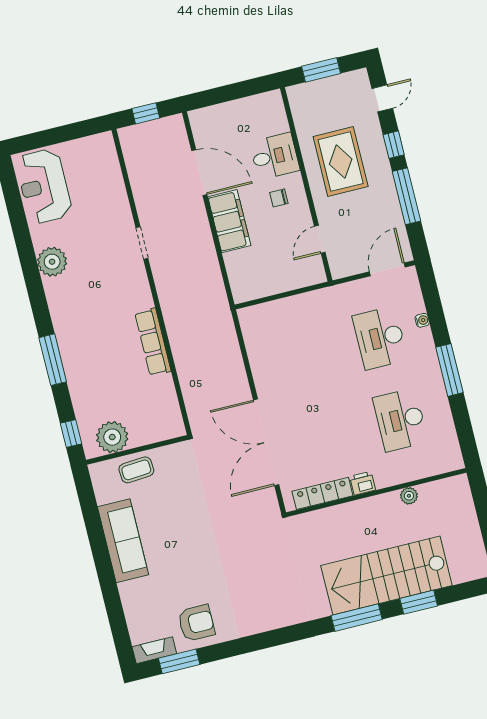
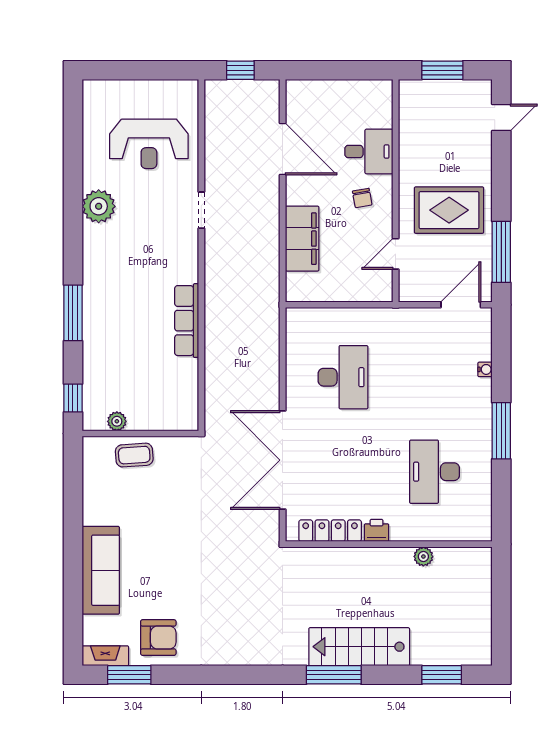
window: (394, 145) -> (501, 171), removed
rug: (341, 162) -> (449, 210), moved, turned 90
reception desk: (44, 186) -> (149, 144), moved, turned -90
window: (406, 196) -> (501, 252), moved
chair: (279, 198) -> (362, 198), turned -100
filing cabinet: (229, 221) -> (302, 239), moved
desk: (380, 338) -> (343, 377), moved, turned 180
plant: (112, 437) -> (117, 421), width x0.53, depth x0.53
sofa: (123, 541) -> (101, 570), moved
stairs: (386, 576) -> (359, 647), width x0.73, depth x0.66
window: (419, 602) -> (442, 675), moved

